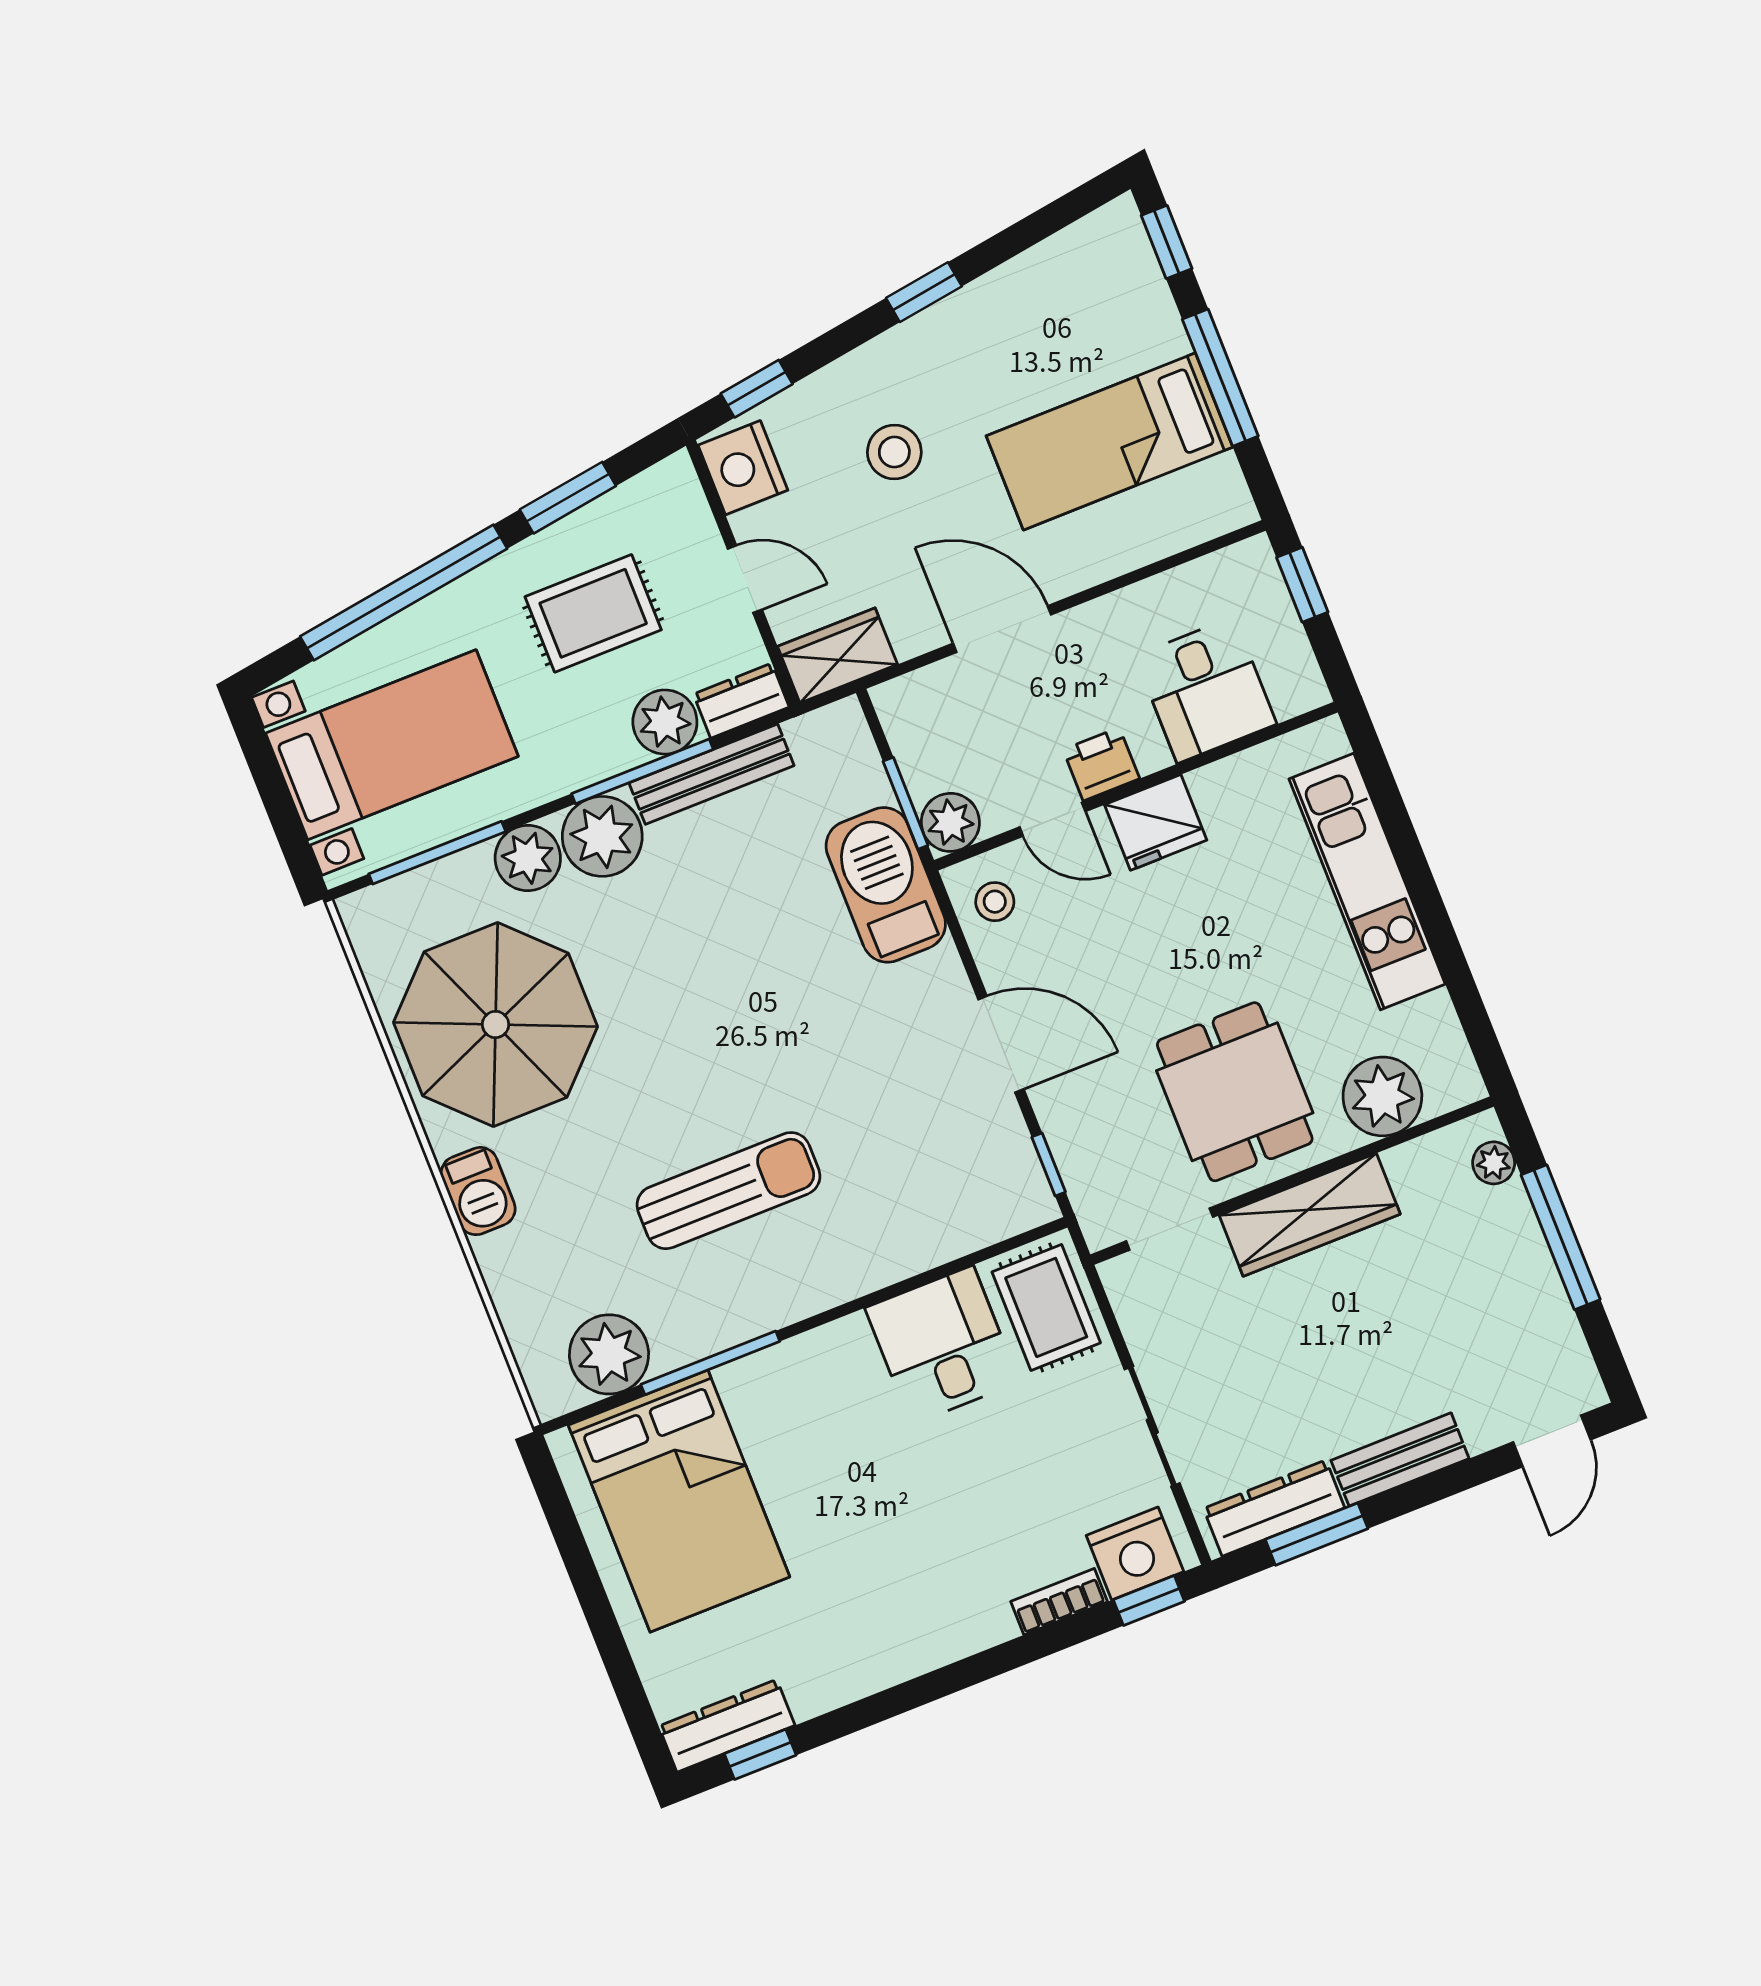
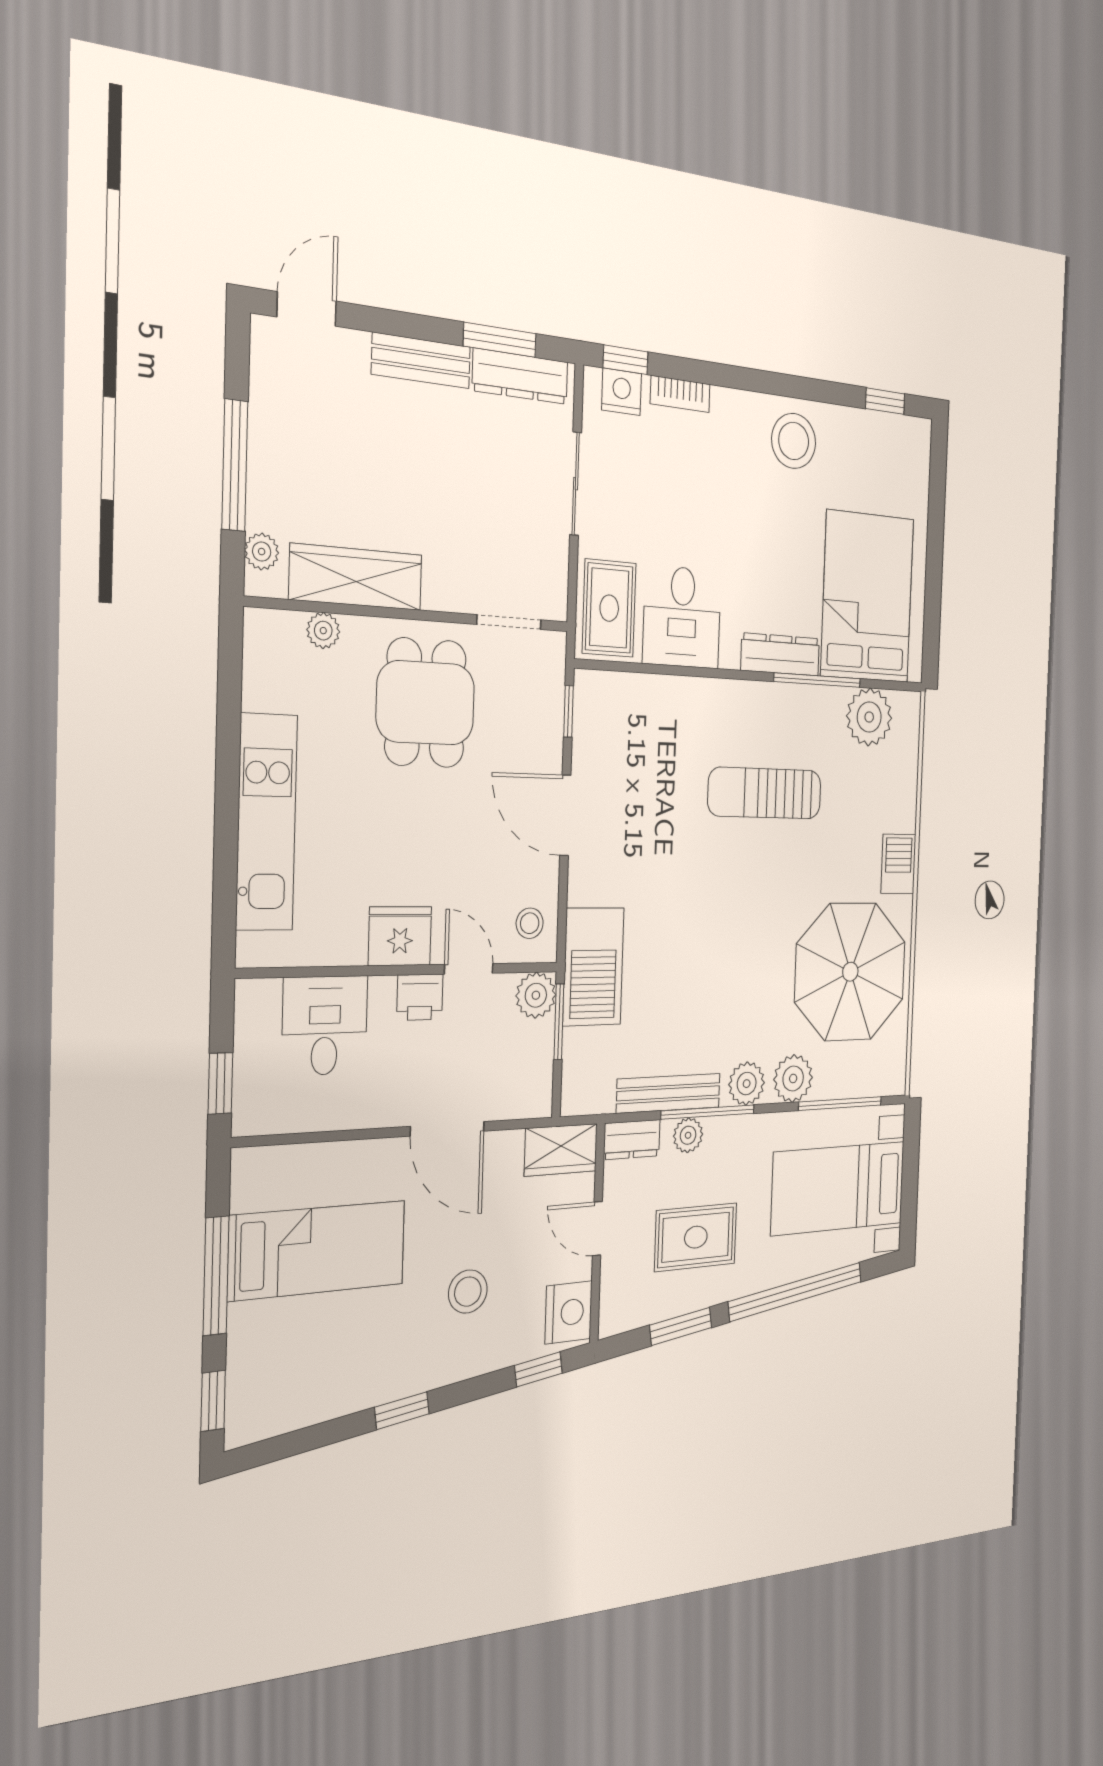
plant: (665, 722) -> (688, 1135), width x0.73, depth x0.73
plant: (602, 836) -> (747, 1084), width x0.73, depth x0.73
plant: (1382, 1096) -> (323, 631), width x0.53, depth x0.53
wardrobe: (1310, 1215) -> (356, 577), moved
nightstand: (1135, 1554) -> (622, 392), width x0.74, depth x0.75
stool: (875, 1633) -> (794, 441), added
dresser: (727, 1726) -> (780, 654), moved, turned 180

